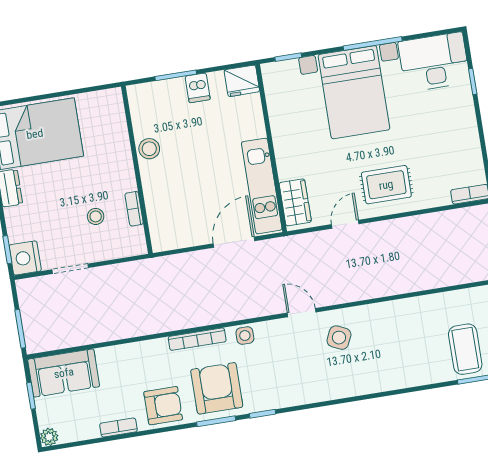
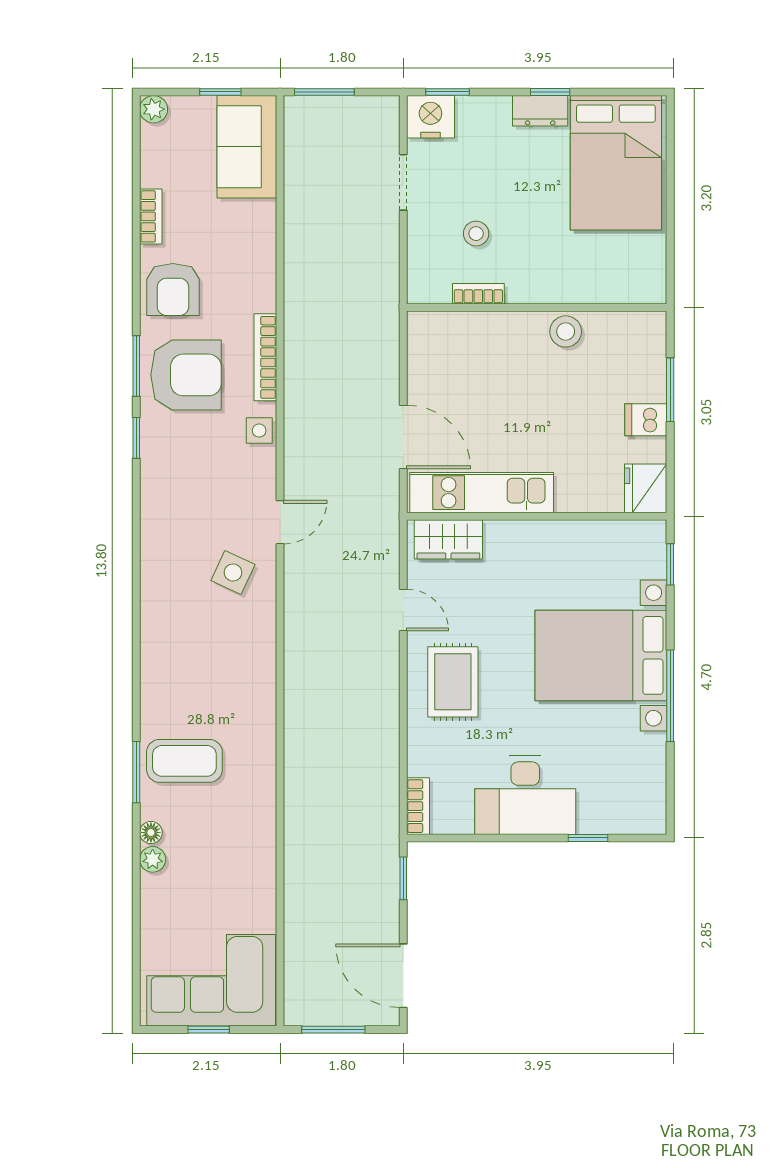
desk: (434, 62) -> (525, 795), moved, turned 90

